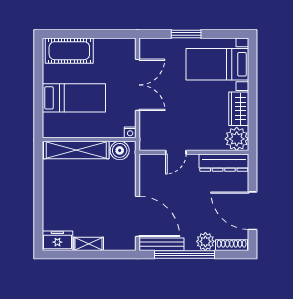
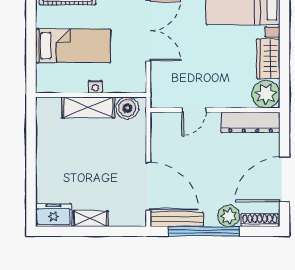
nightstand: (130, 132) -> (95, 87), moved
shelving: (76, 150) -> (88, 108), width x0.68
door: (252, 211) -> (285, 179), hinge flipped

